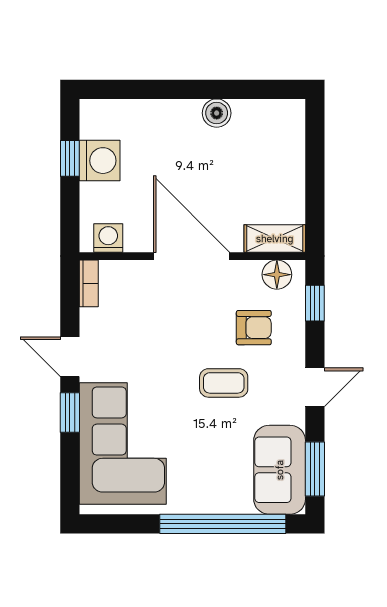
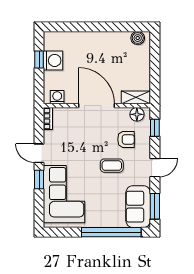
boiler: (217, 113) -> (138, 38), moved

